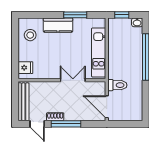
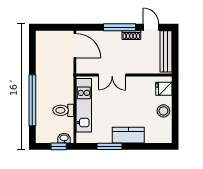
washbasin: (137, 22) -> (64, 138), moved
stool: (30, 35) -> (163, 111), moved
toilet: (117, 85) -> (63, 110), moved

